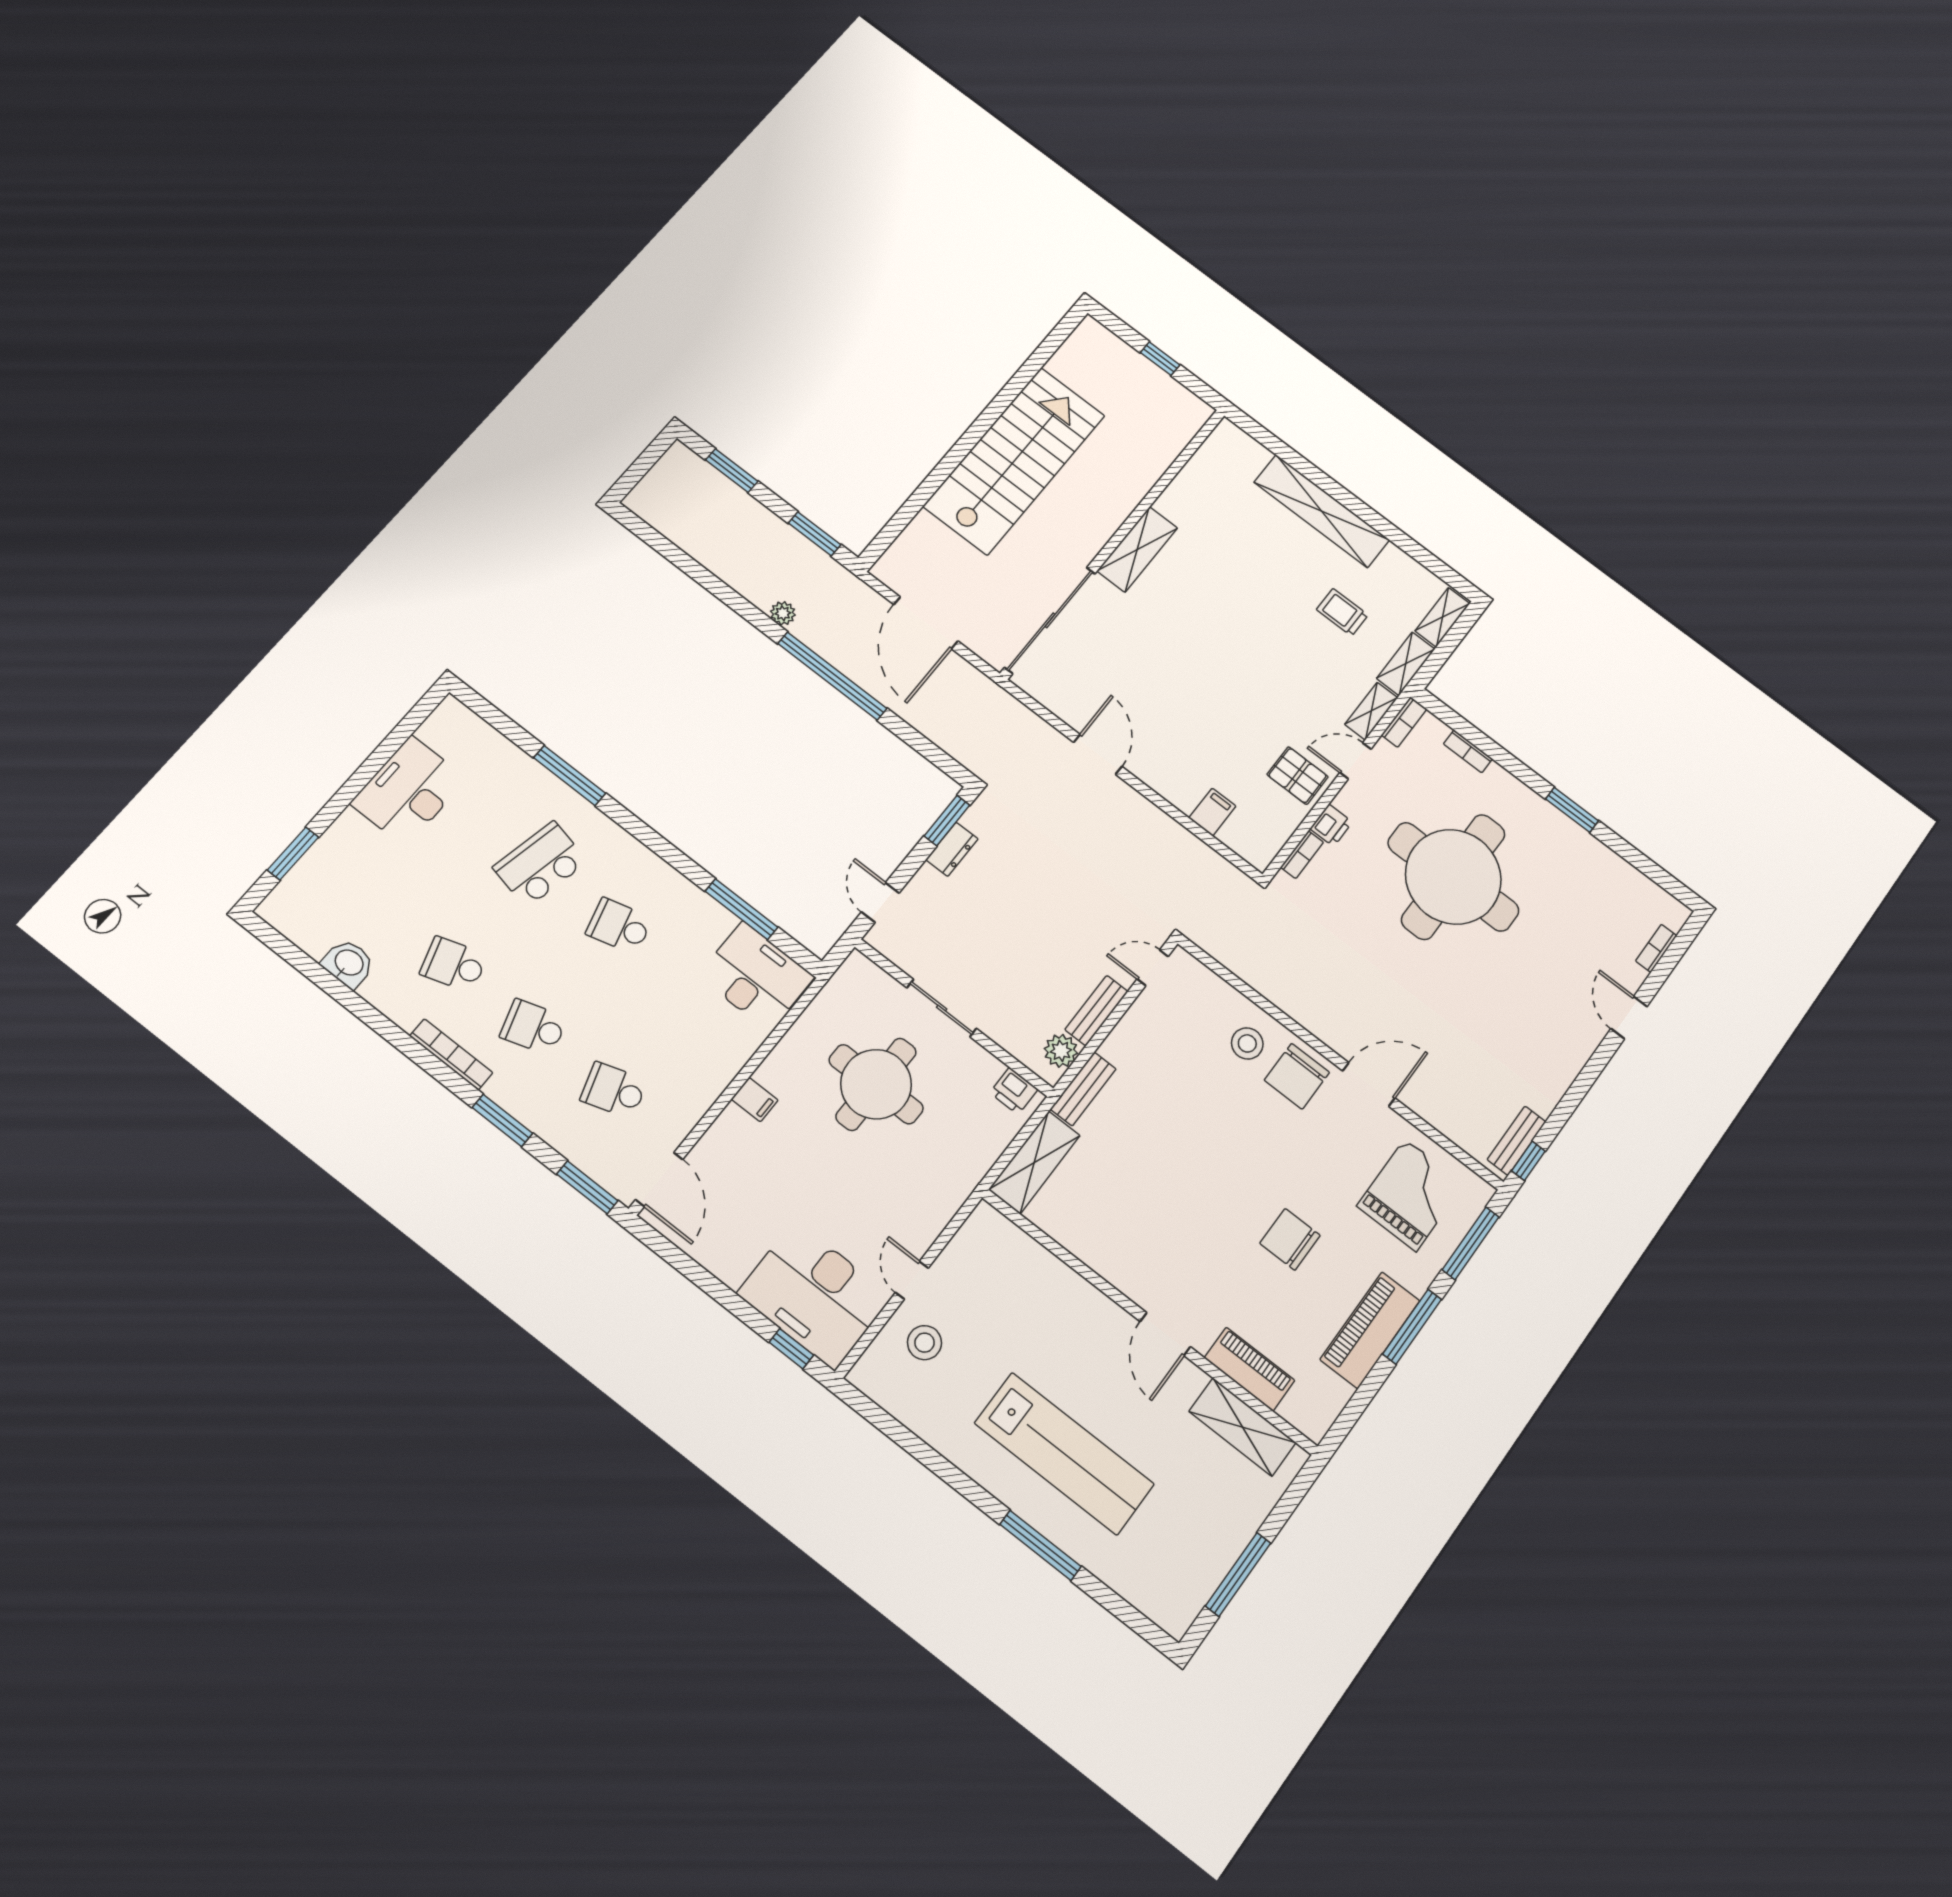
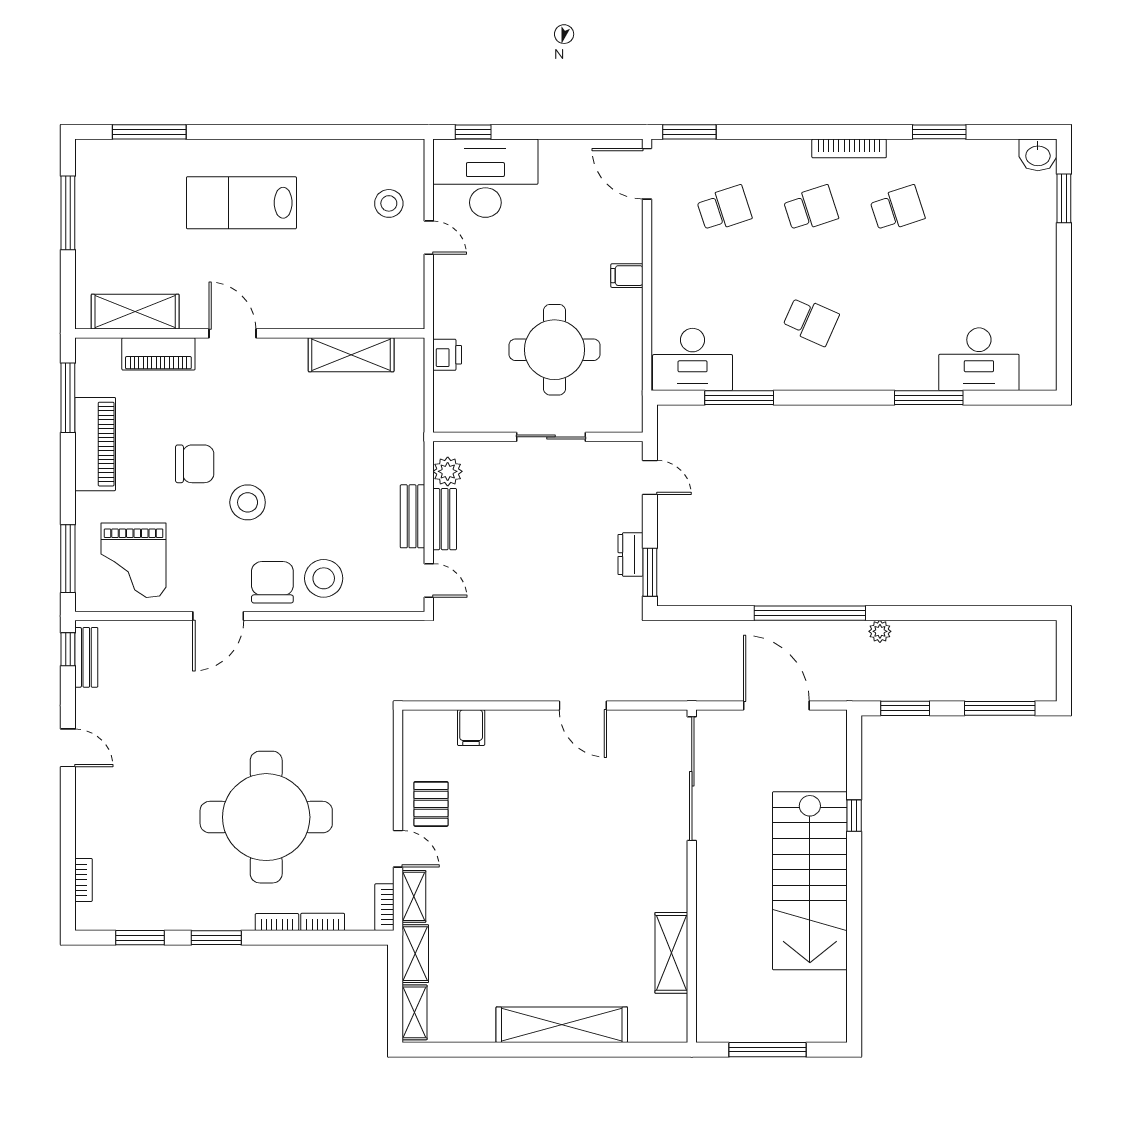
window: (1160, 359) -> (767, 1050), width x2.17
window: (732, 471) -> (1000, 708), width x1.44
window: (933, 483) -> (854, 816), added
shelving: (1137, 549) -> (671, 953), moved
trolley: (1342, 612) -> (490, 957), removed
door: (1355, 761) -> (398, 849), hinge flipped
pallet: (1298, 776) -> (431, 804), turned 90
desk: (409, 791) -> (979, 359), moved, turned 90
printer: (1331, 825) -> (380, 786), removed
bookcase: (1302, 855) -> (277, 922), moved, turned 90
window: (1640, 861) -> (140, 938), added
school desk: (540, 864) -> (897, 321), removed
school desk: (619, 926) -> (811, 321), turned 39
washbasin: (348, 963) -> (1038, 155), moved
door: (1153, 968) -> (429, 580), hinge flipped
door: (1629, 1018) -> (68, 748), moved
stool: (1247, 1043) -> (324, 578), width x1.38, depth x1.38
bench: (1083, 1089) -> (412, 516), moved
printer: (1014, 1091) -> (447, 355), moved, turned 90
window: (502, 1120) -> (939, 132), moved
shelving: (1034, 1162) -> (351, 355), moved, turned 90
stool: (1267, 1166) -> (248, 502), added
window: (1412, 1327) -> (68, 398), moved
lab bench: (1064, 1454) -> (241, 203), width x0.73
window: (1040, 1545) -> (149, 132), moved

